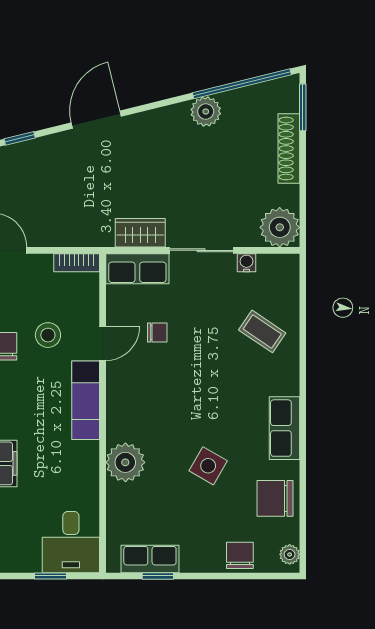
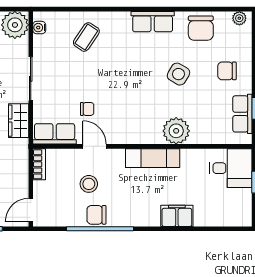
water cooler: (246, 263) -> (39, 28), moved
row of seats: (137, 269) -> (55, 134), moved, turned -90
chair: (157, 333) -> (87, 109), turned 90
exam couch: (86, 400) -> (153, 158), moved
chair: (240, 555) -> (227, 71), moved

